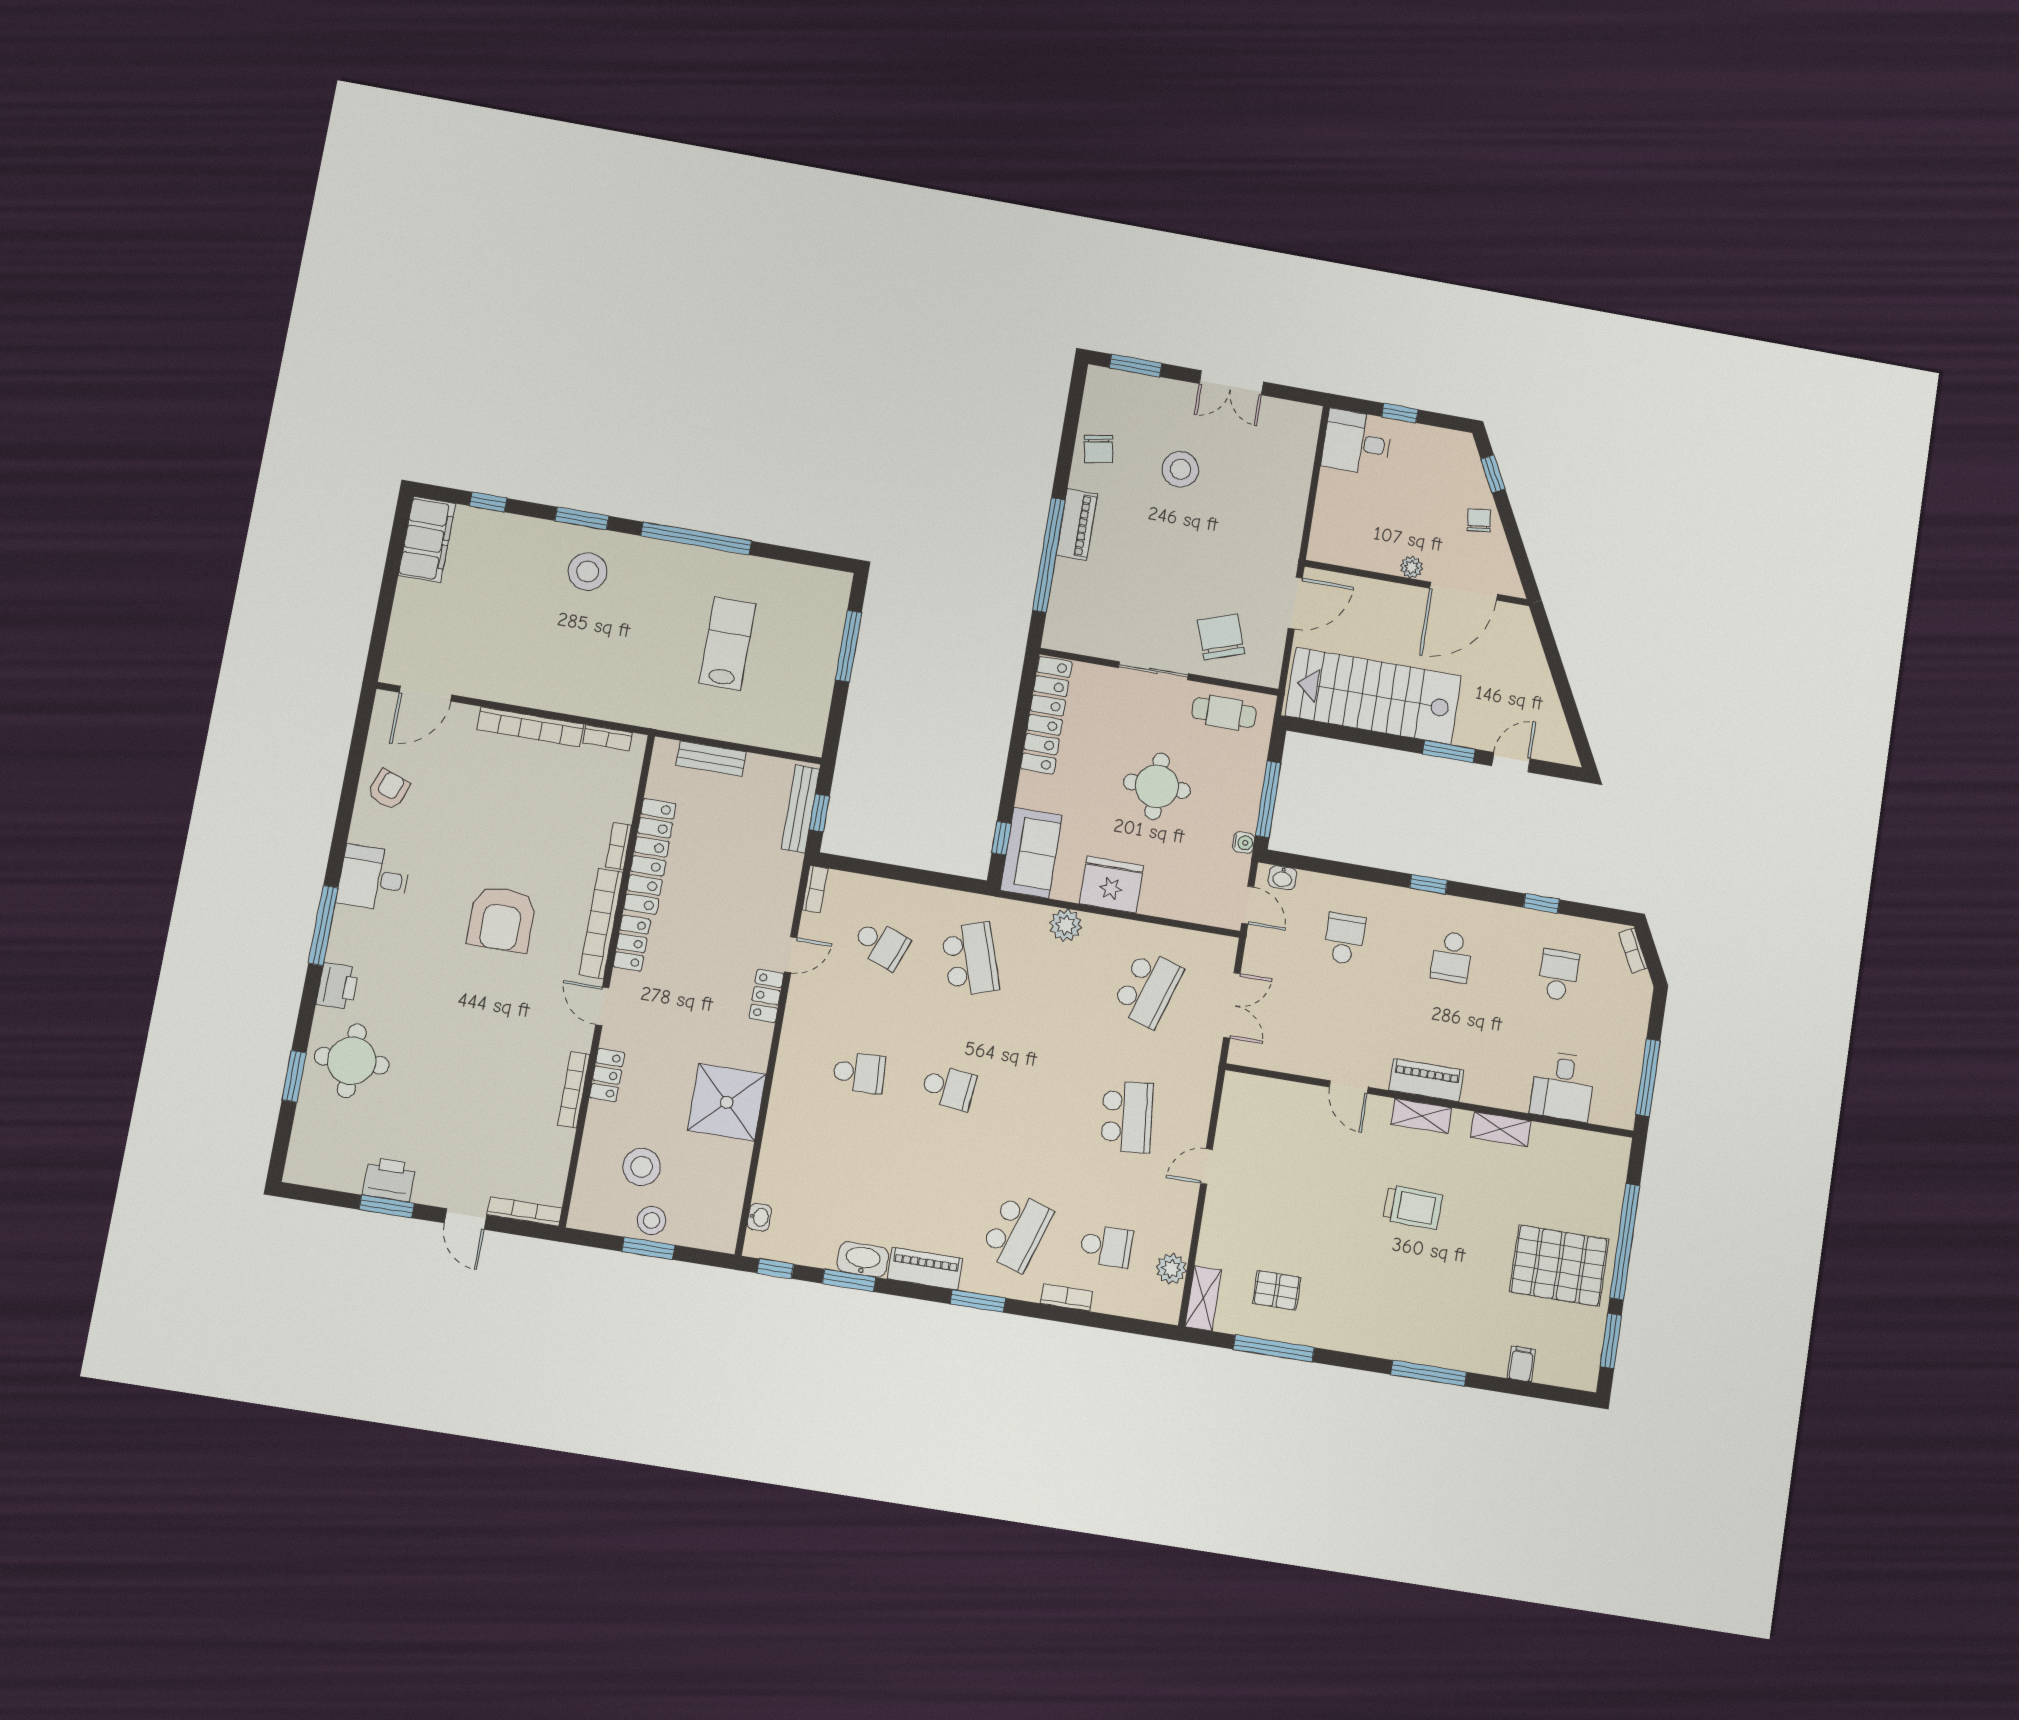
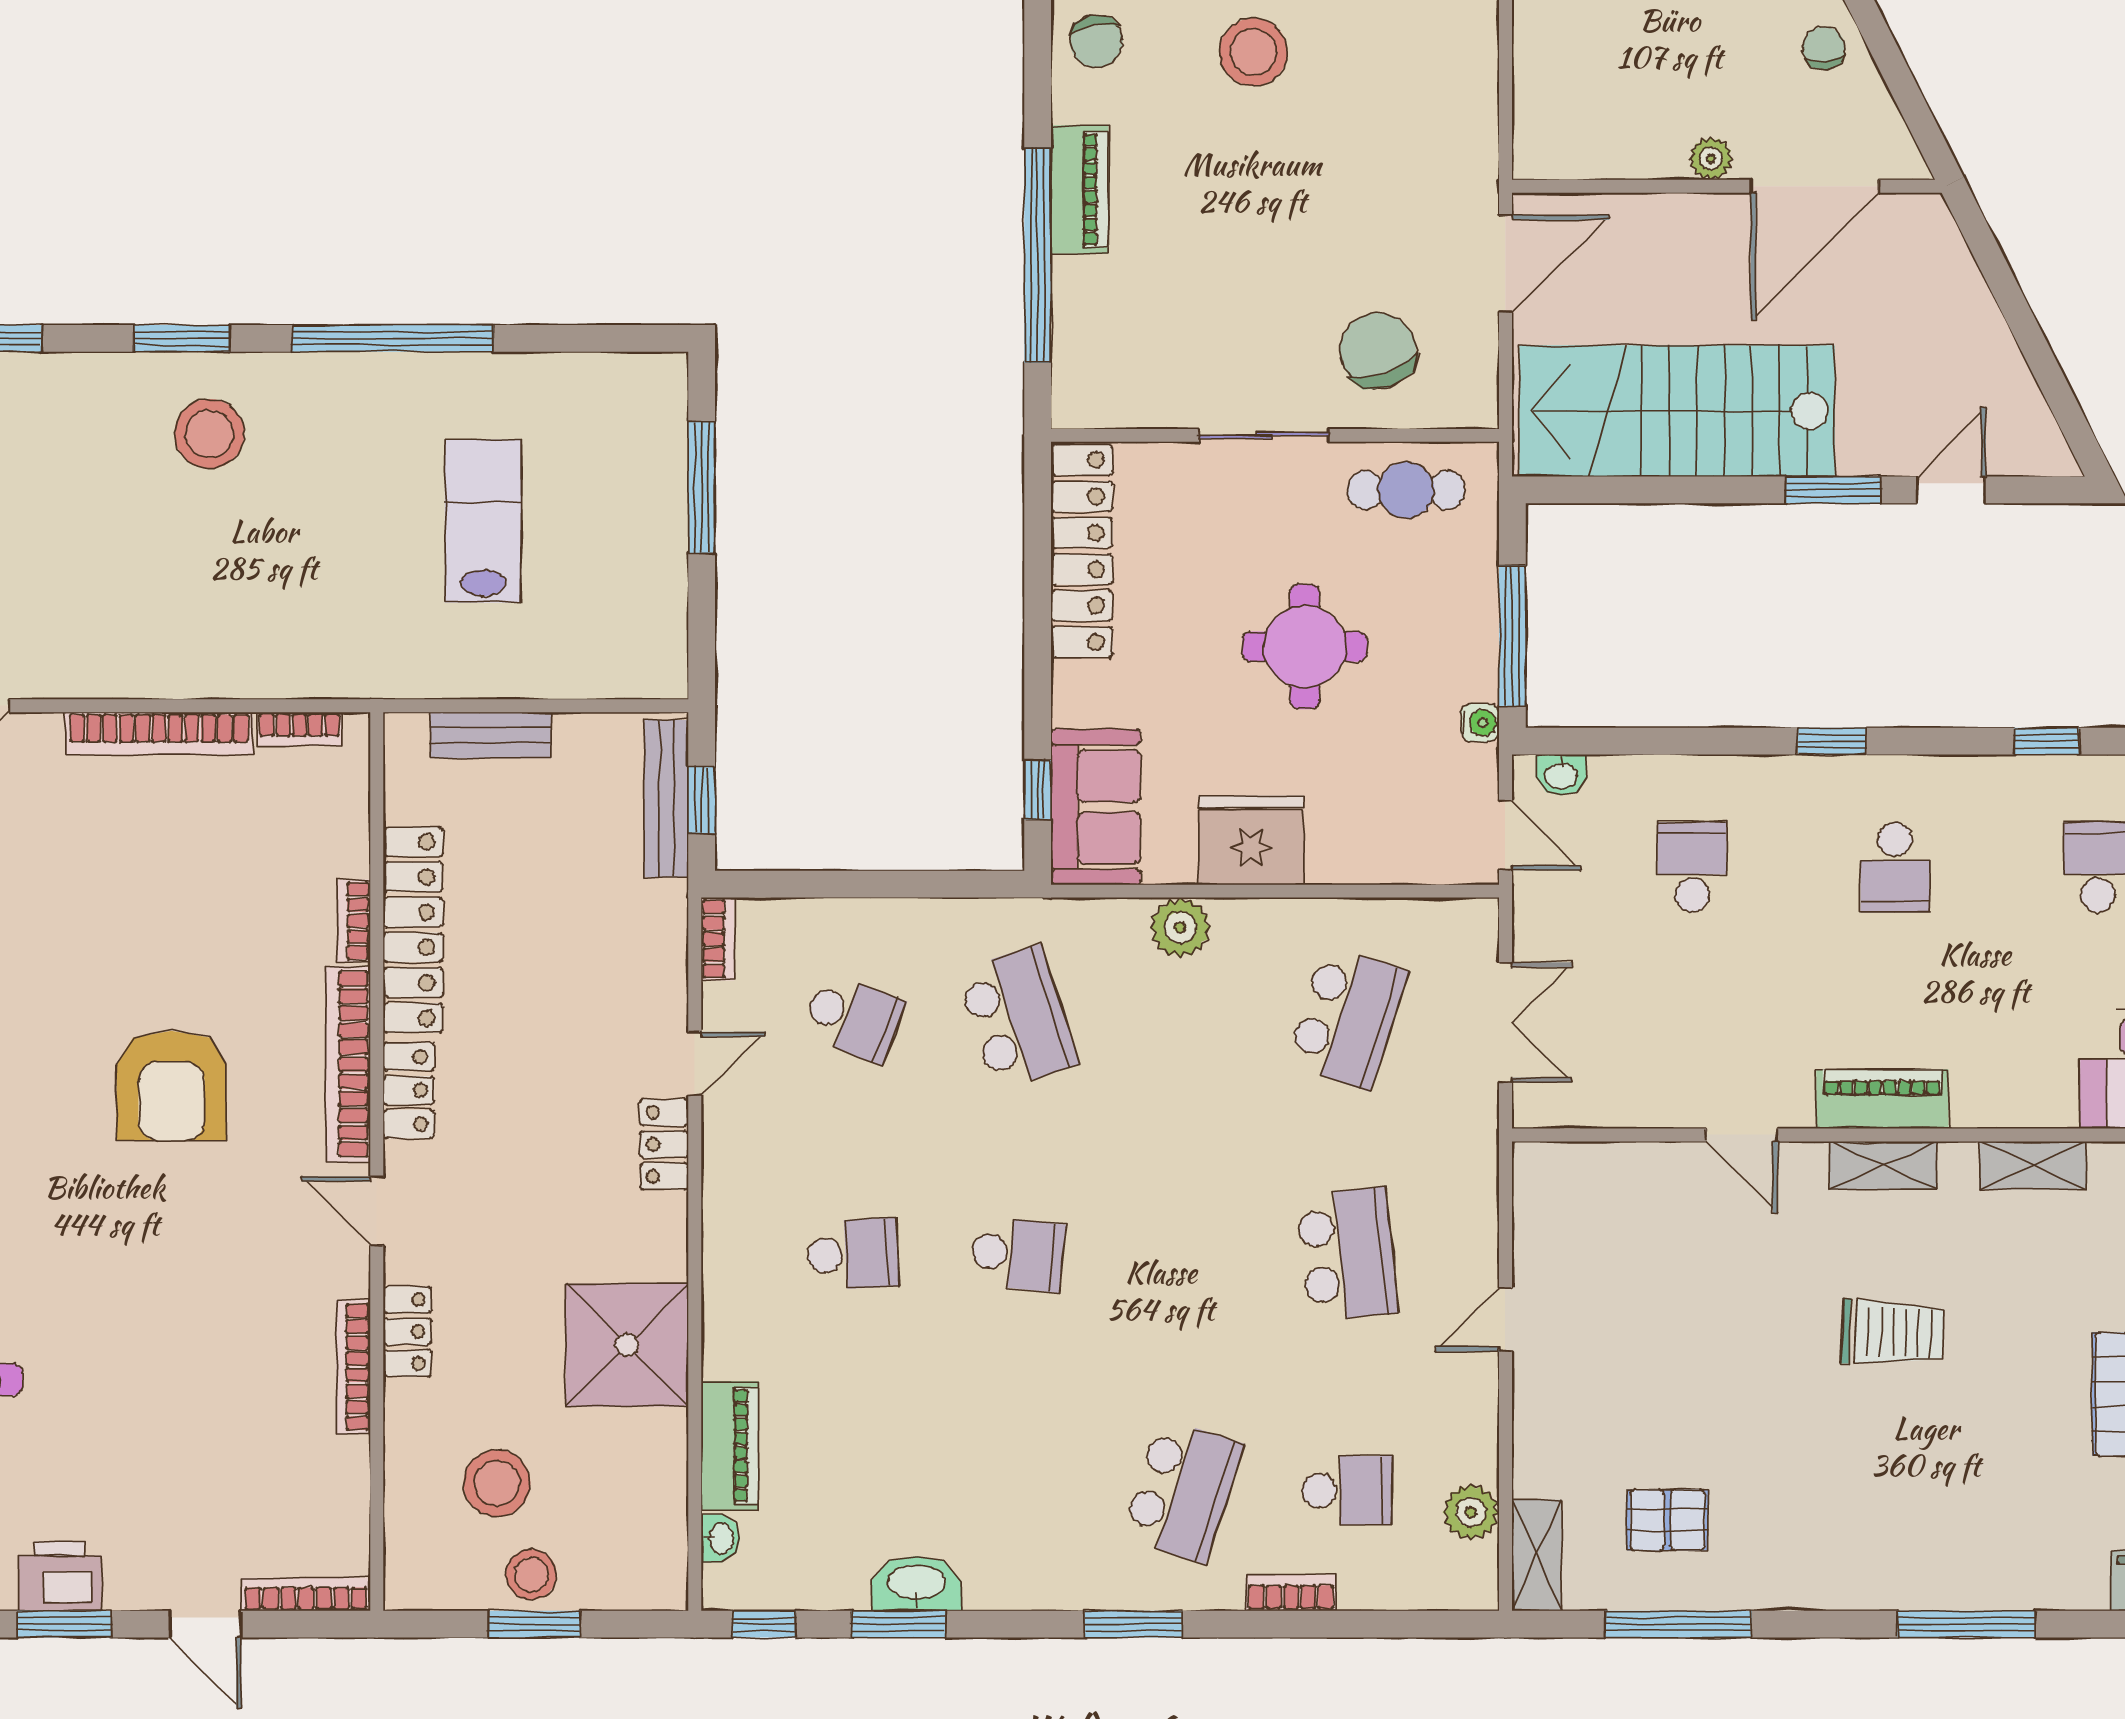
piano: (925, 1269) -> (730, 1446), moved, turned 90

